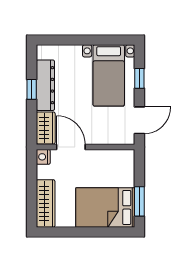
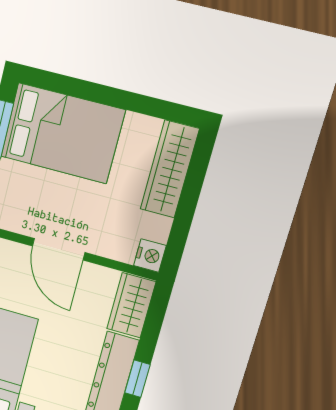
door: (71, 147) -> (59, 249), moved

